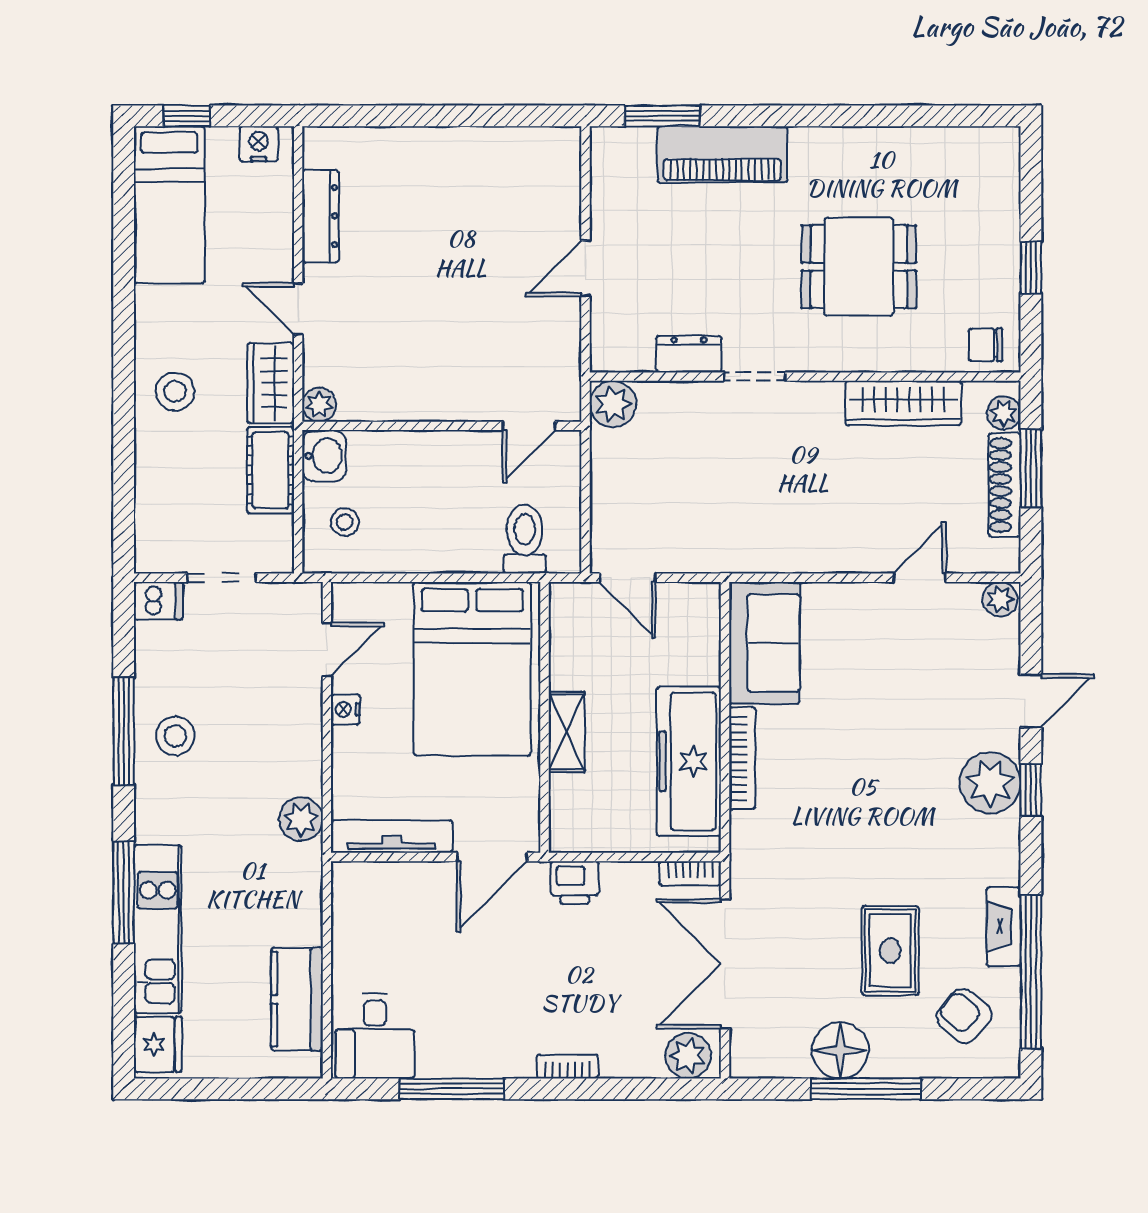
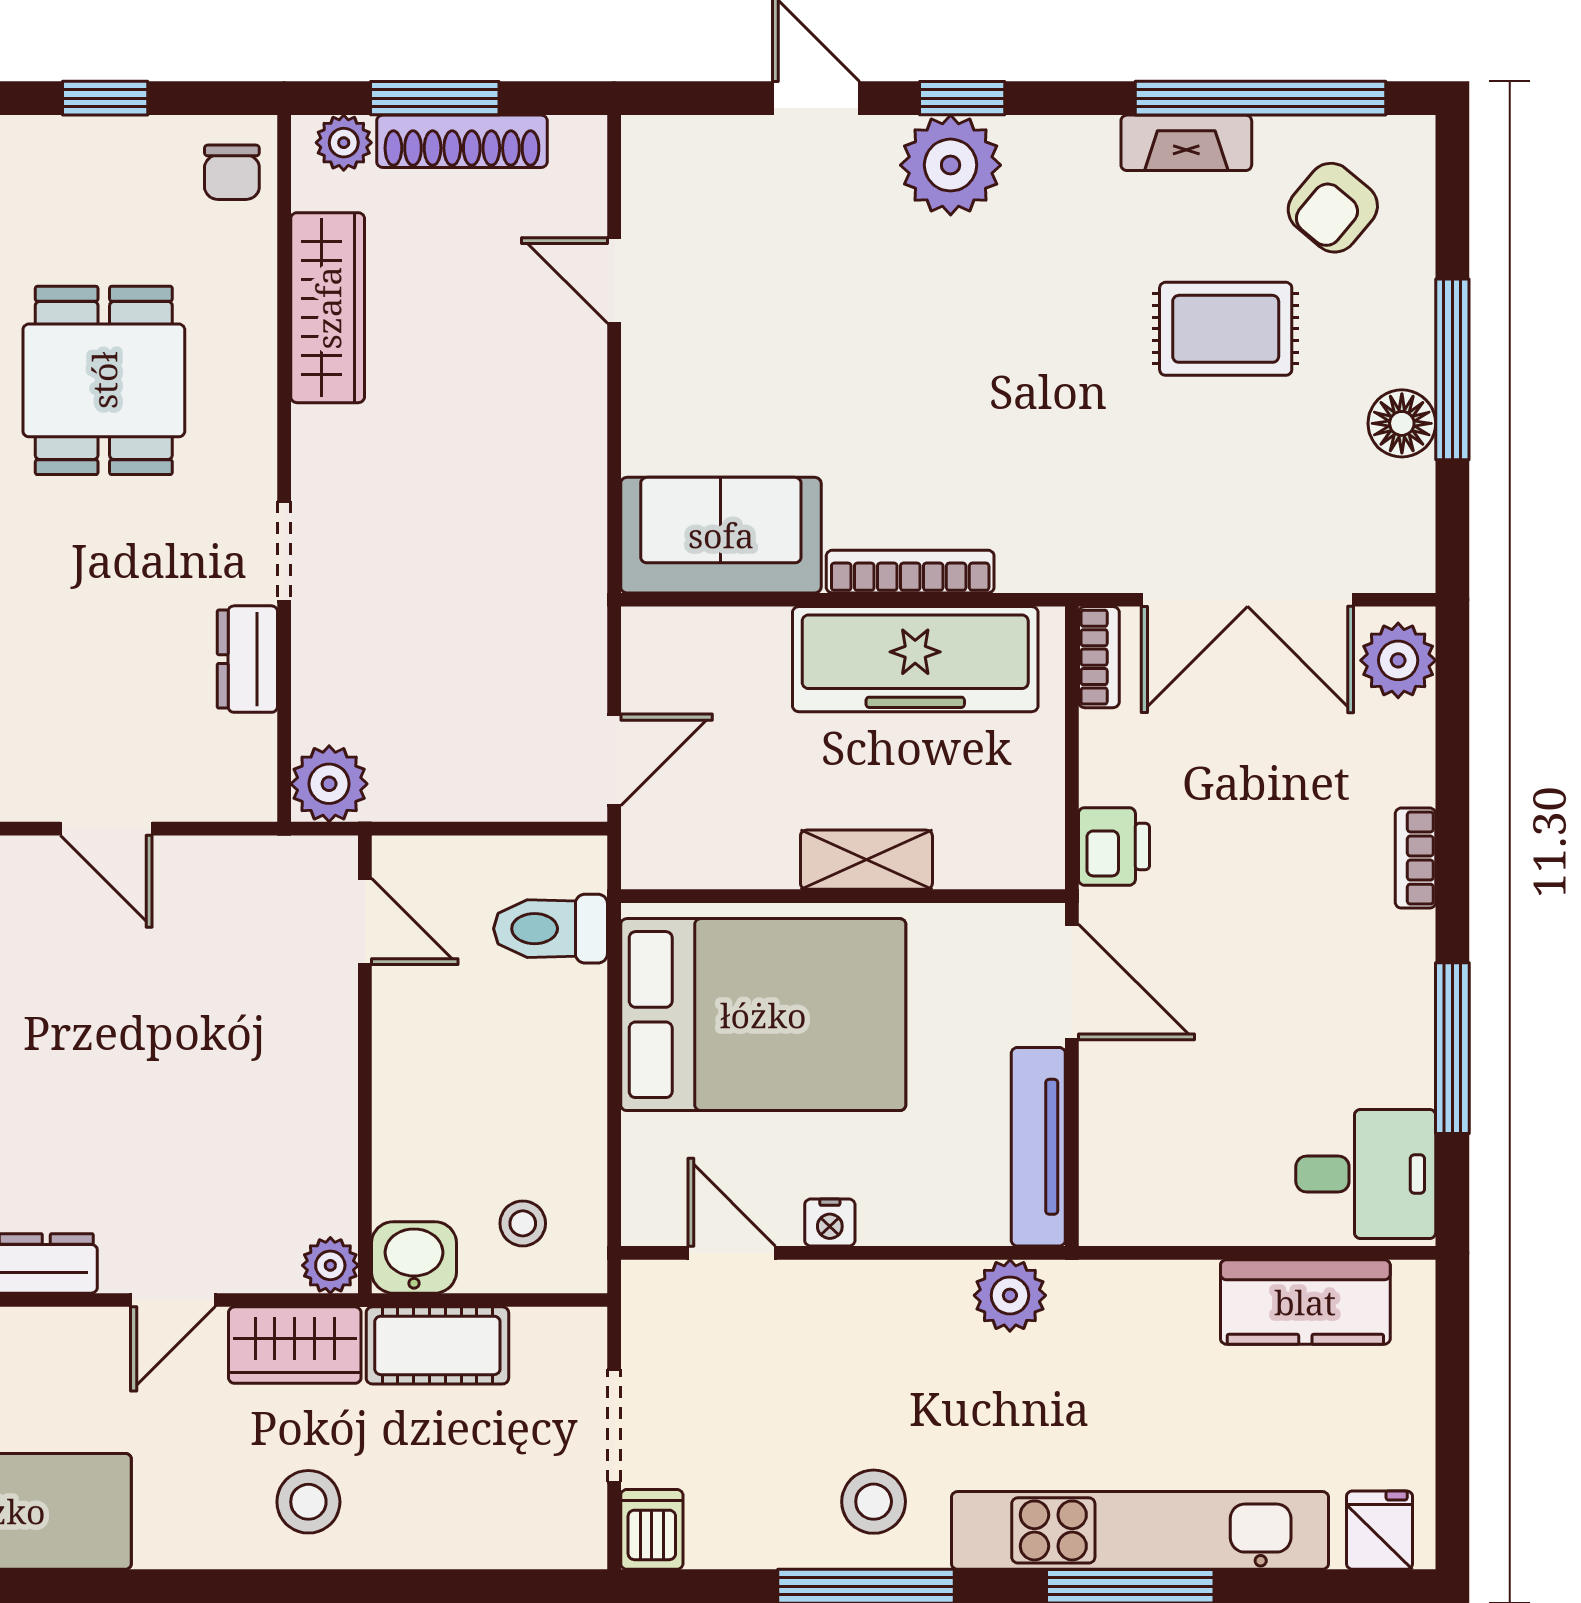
plant: (1000, 599) -> (649, 149), removed
kitchen unit: (158, 929) -> (1140, 1530), width x1.36
fridge: (158, 1044) -> (1379, 1530), width x0.72
floor lamp: (840, 1050) -> (1402, 423), width x0.73, depth x0.73

